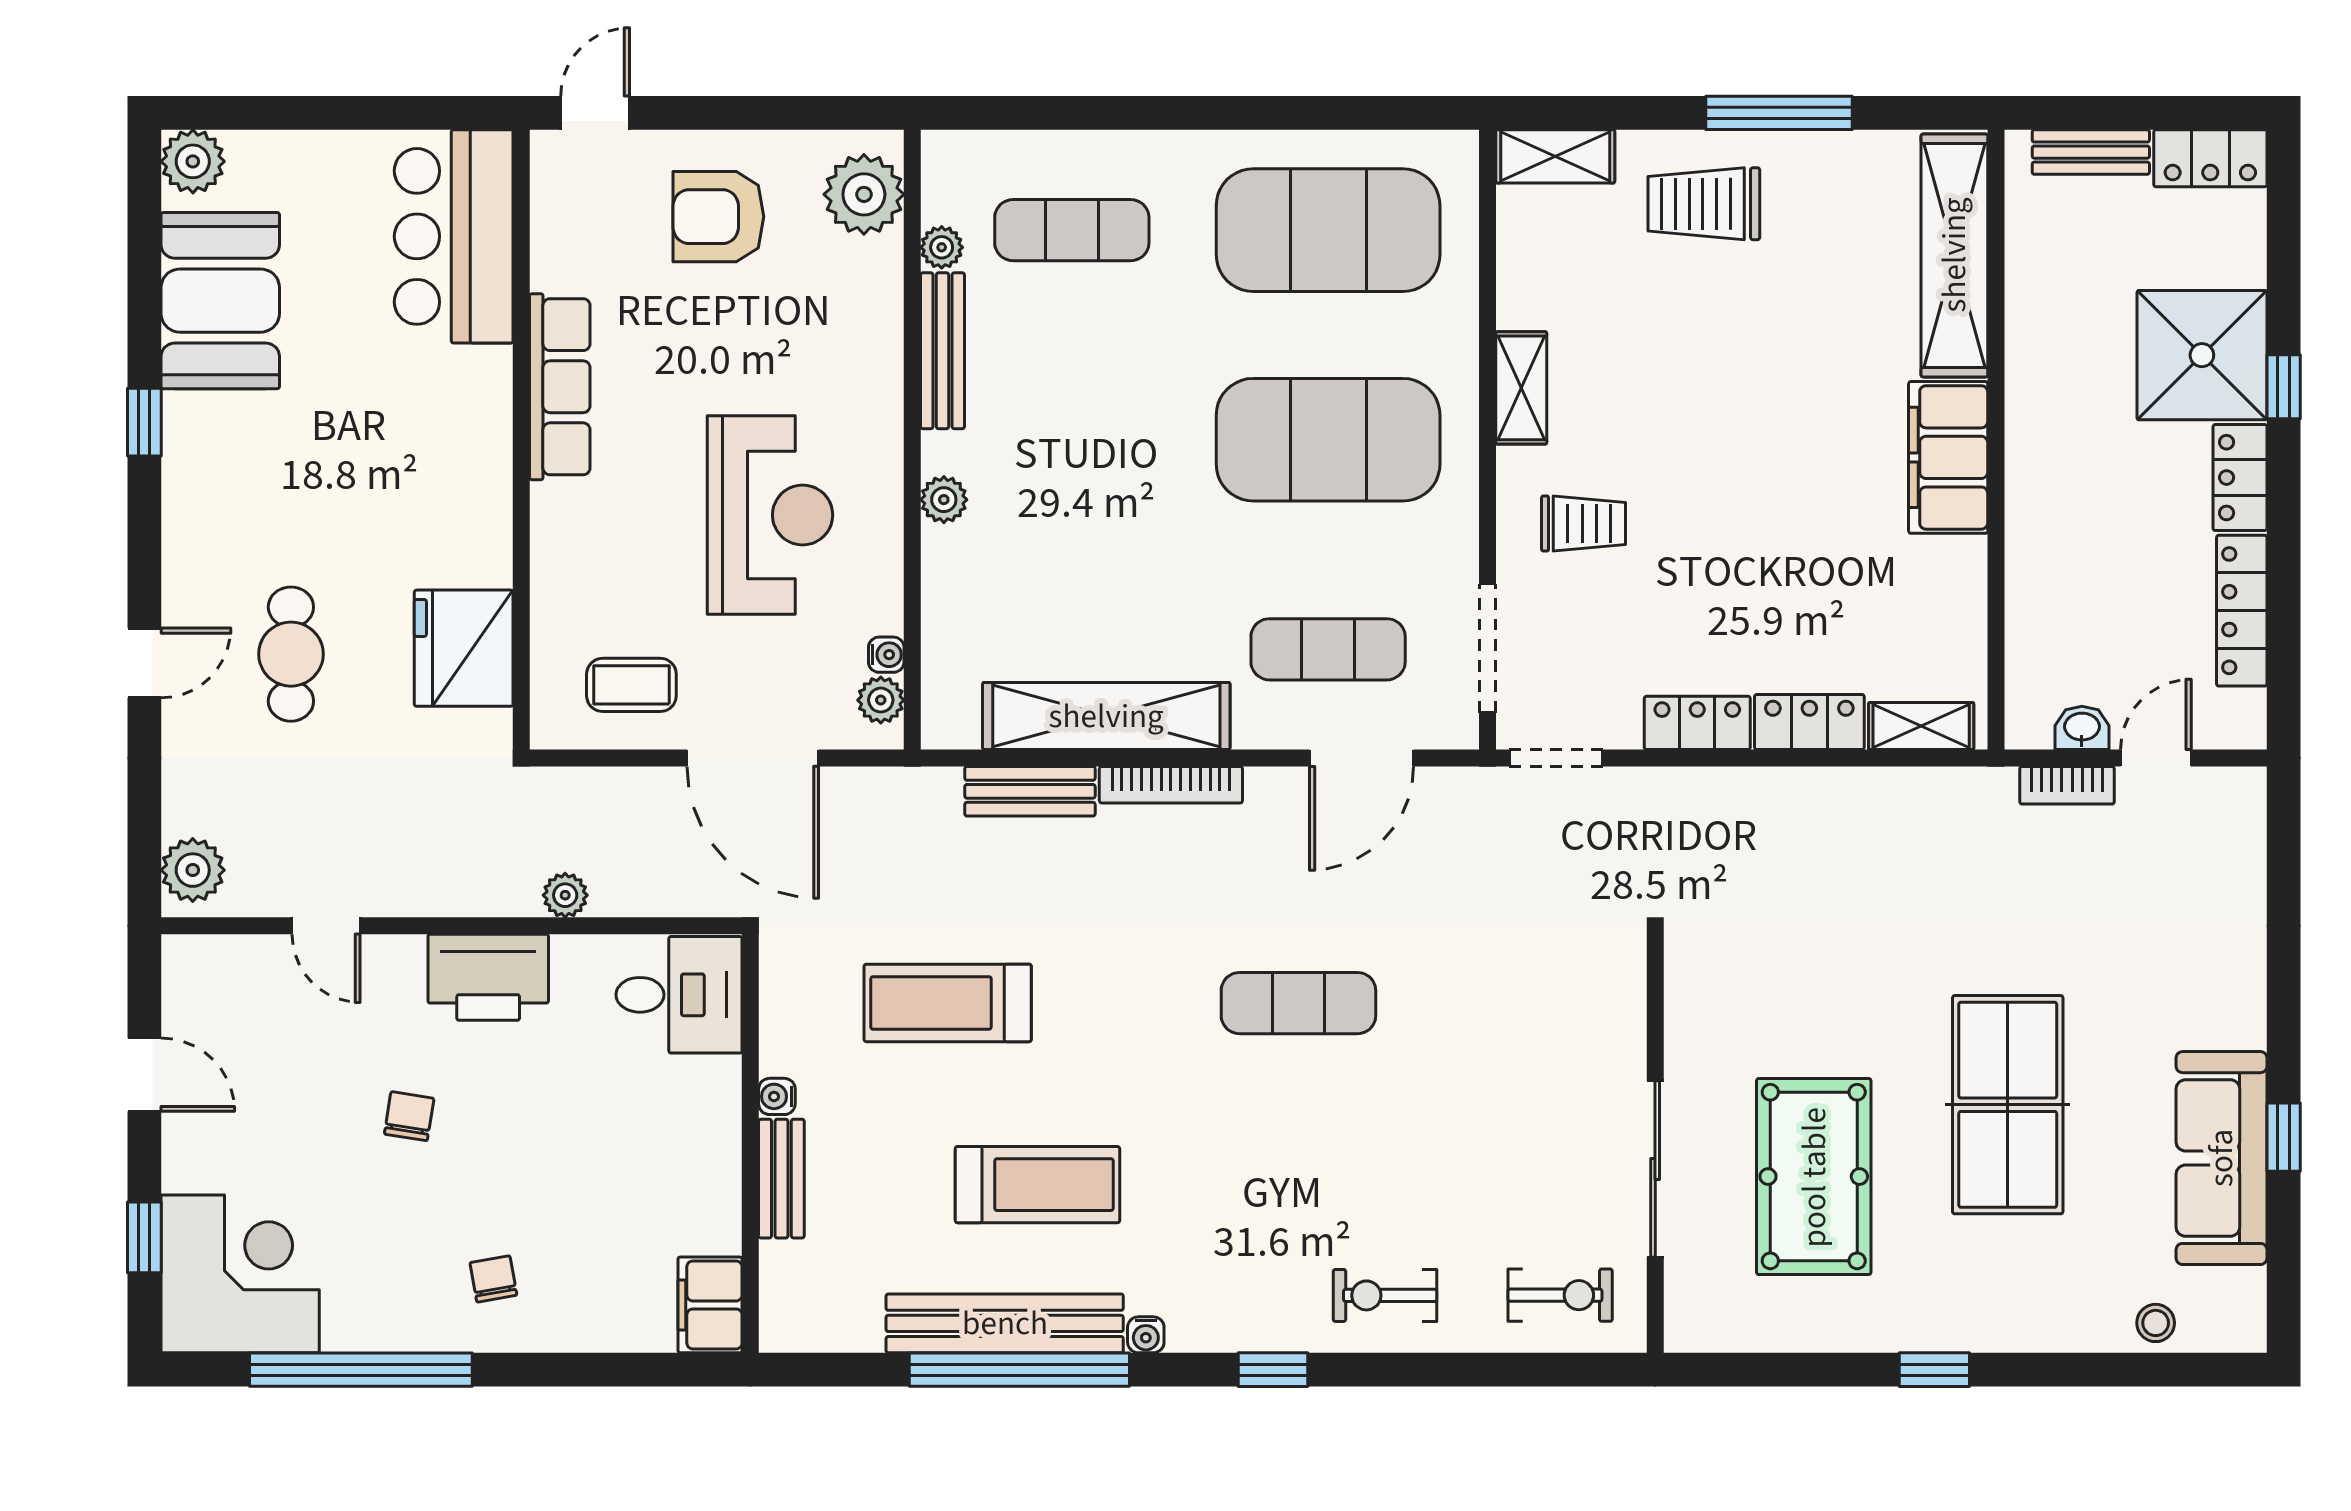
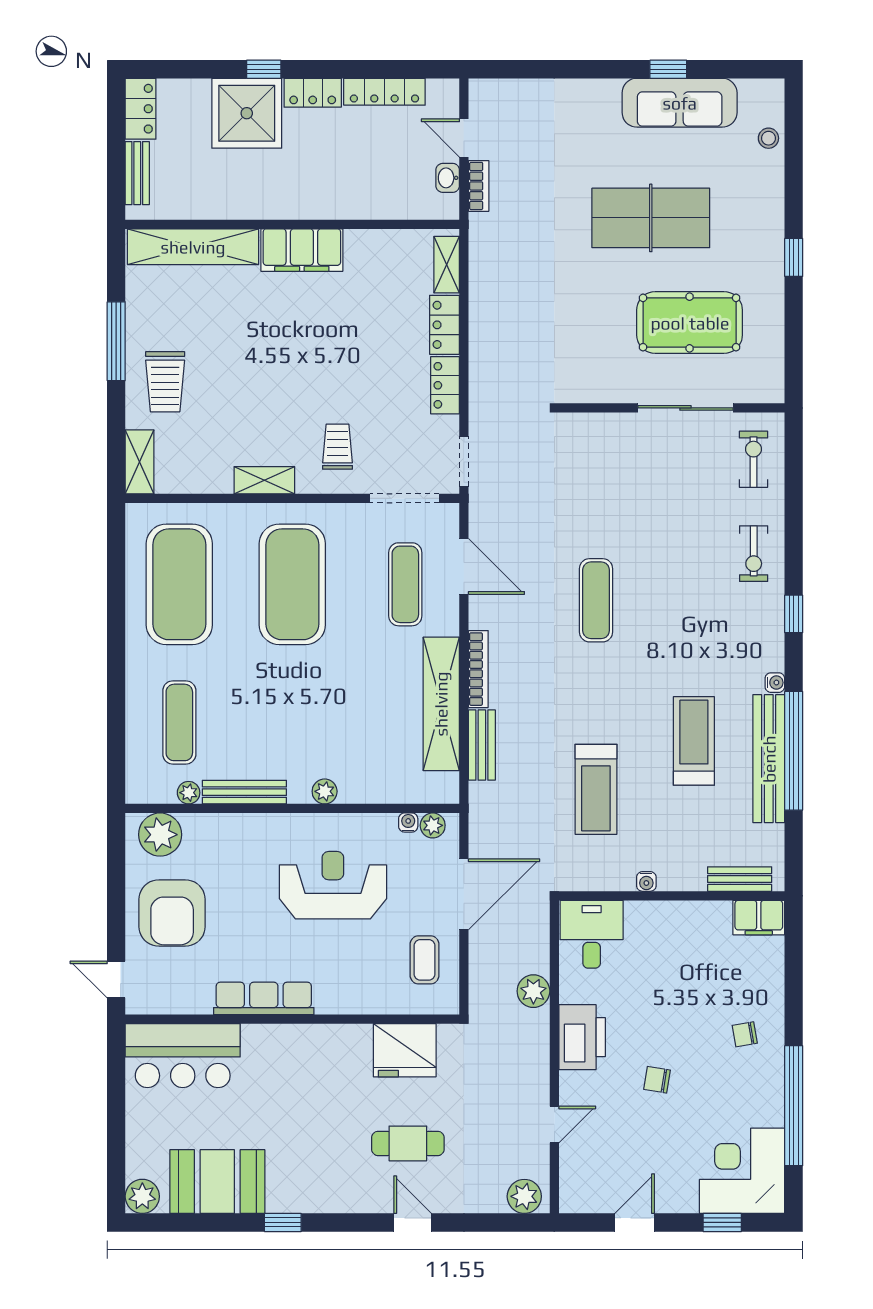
armchair: (718, 217) -> (172, 913), width x1.36, depth x1.36
plant: (565, 895) -> (533, 991), width x1.38, depth x1.38
bench: (781, 1179) -> (740, 879), moved

